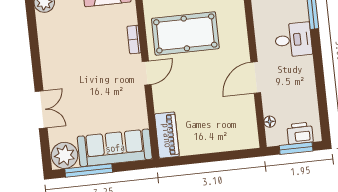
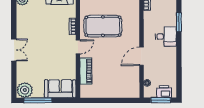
double door: (41, 110) -> (14, 50), moved
piano: (167, 135) -> (86, 71), moved
sofa: (115, 148) -> (60, 89), width x0.73

